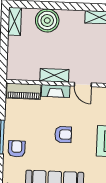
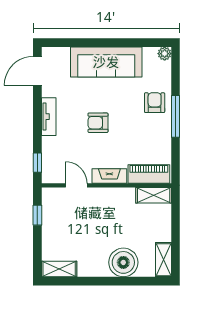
shelving: (54, 75) -> (154, 195), moved
armchair: (17, 149) -> (155, 103), turned 180

